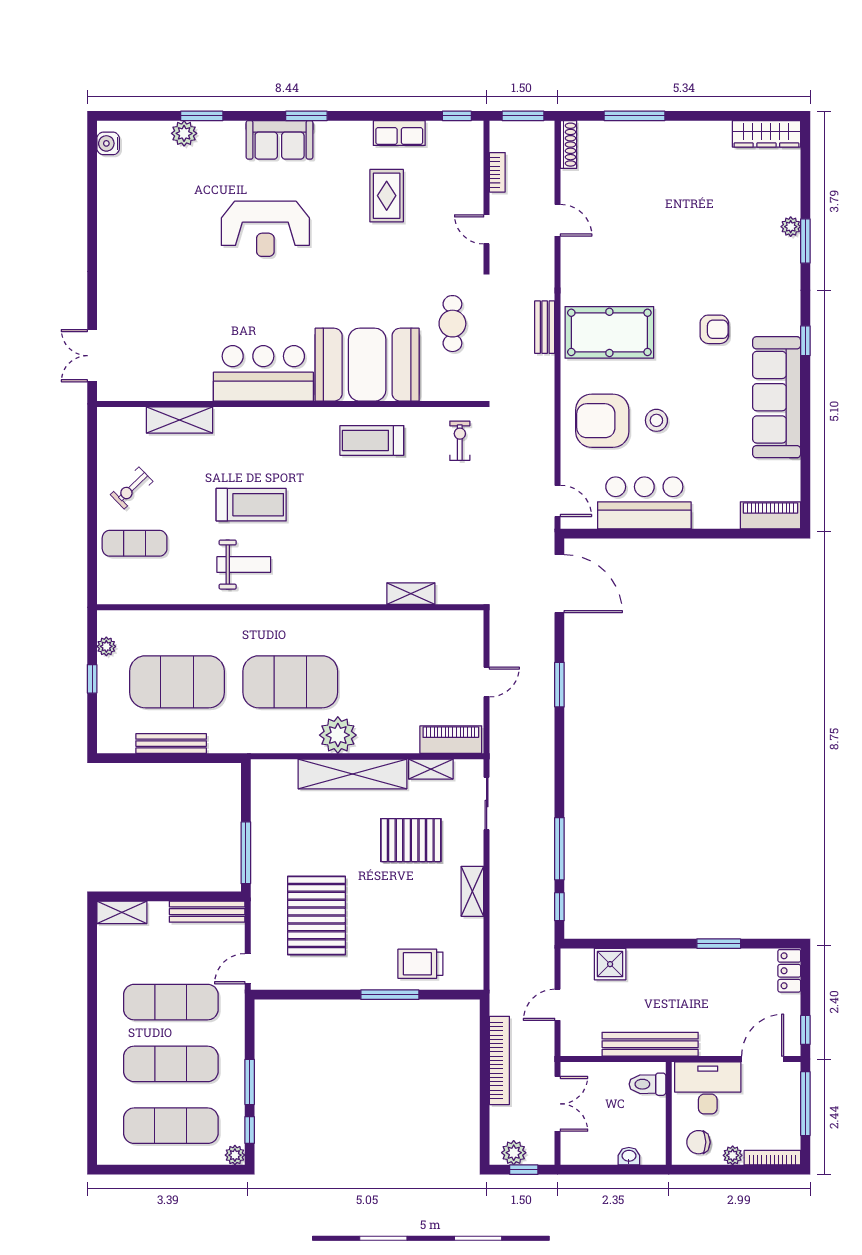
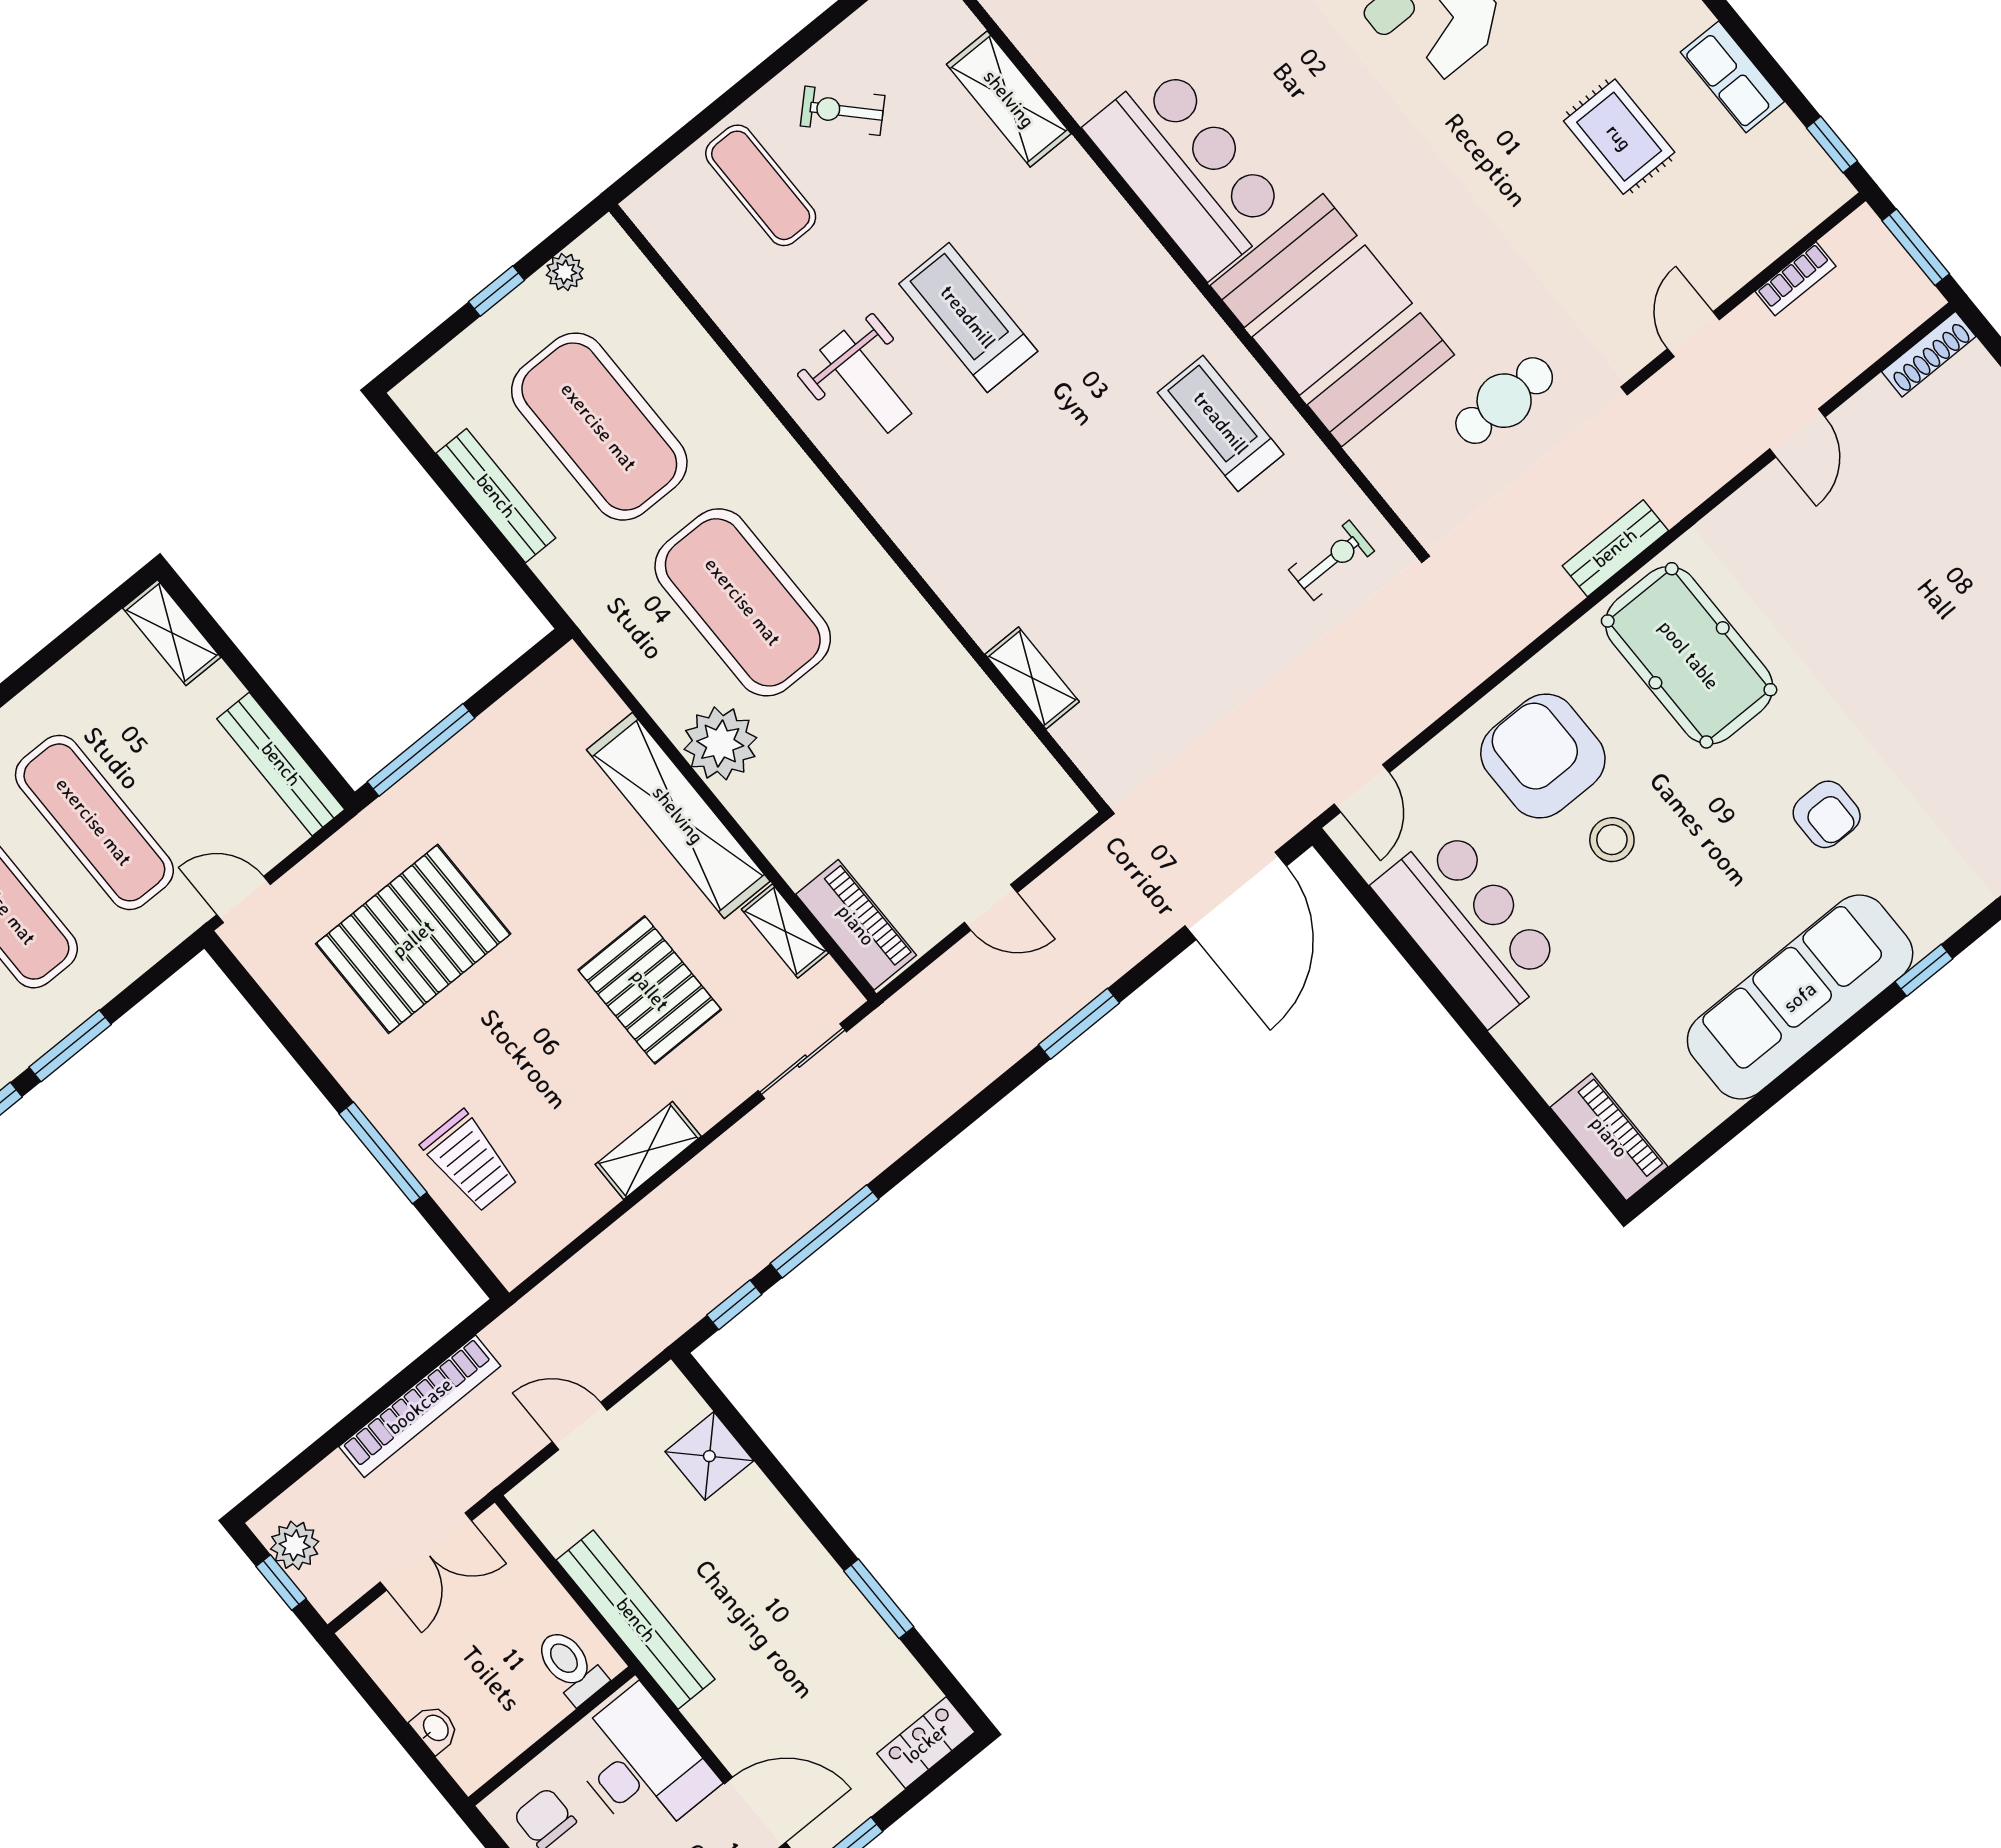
rug: (387, 196) -> (1619, 137), turned 90
treadmill: (251, 505) -> (968, 317), turned 180
trolley: (420, 964) -> (470, 1161), turned 180

